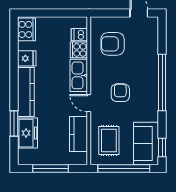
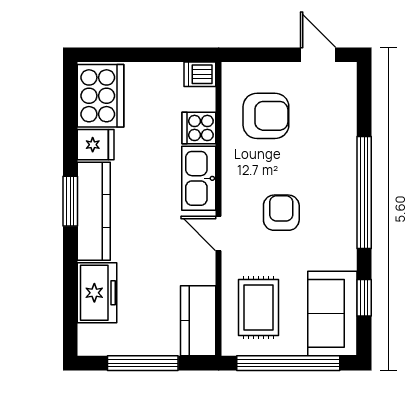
cooker: (26, 29) -> (101, 96), width x1.37, depth x1.31
dishwasher: (79, 35) -> (200, 74), moved
armchair: (113, 44) -> (266, 116), turned 180
window: (14, 124) -> (70, 201), moved
kitchen counter: (78, 134) -> (198, 321), moved
window: (162, 148) -> (364, 298), moved

